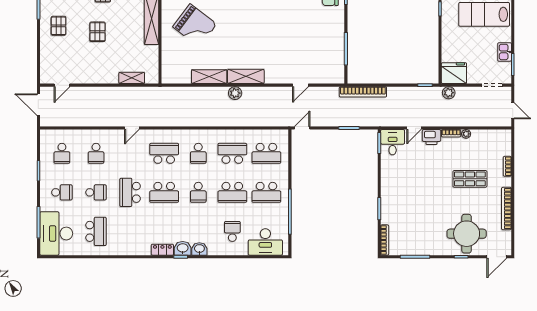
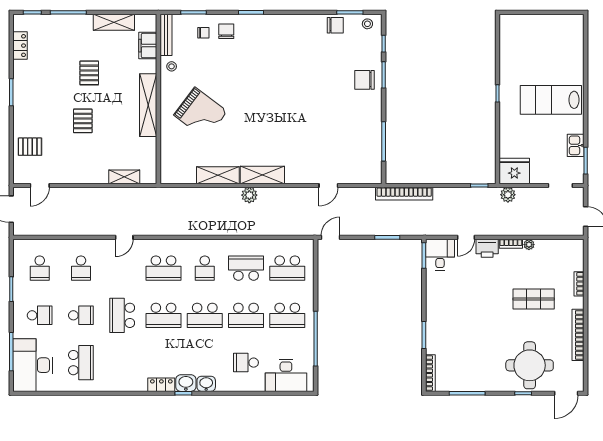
pallet: (59, 26) -> (30, 147), moved, turned 90
school desk: (164, 153) -> (163, 268), turned 180
school desk: (198, 192) -> (205, 315), width x1.85
school desk: (232, 231) -> (246, 363), turned -90

